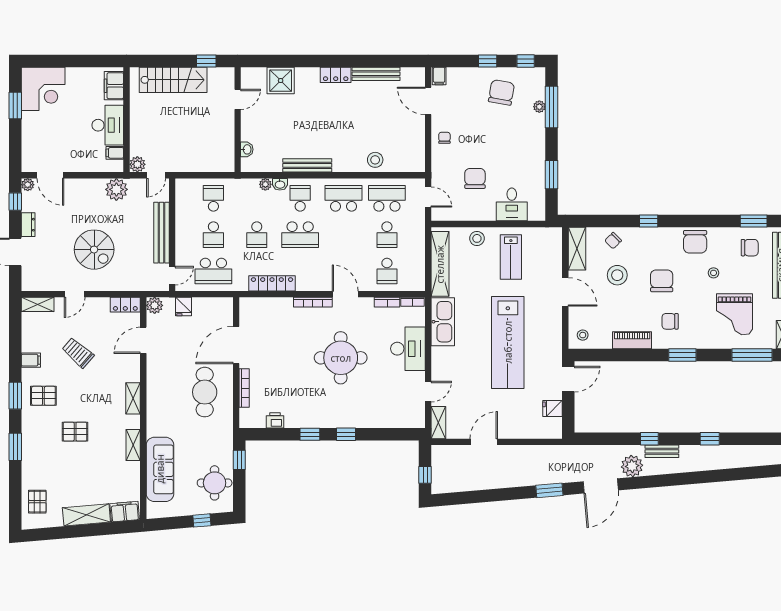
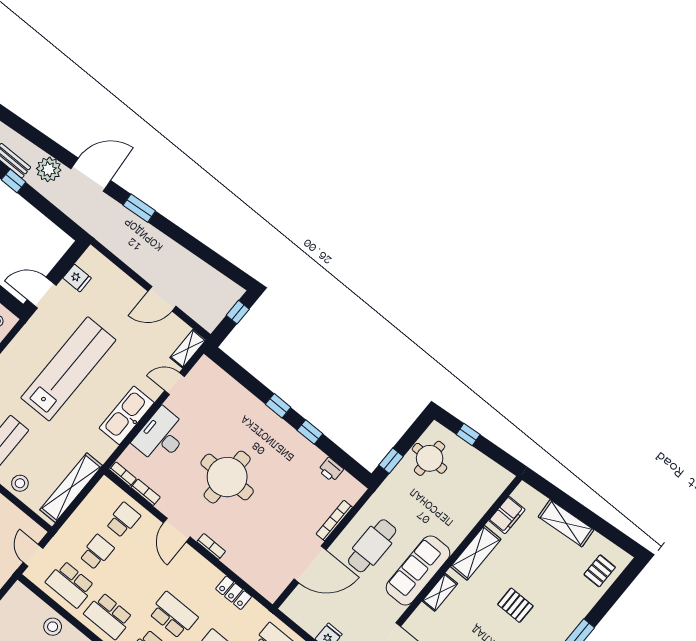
locker: (272, 283) -> (234, 593), width x0.66
bookcase: (313, 302) -> (211, 546), width x0.64
kitchen sink: (443, 322) -> (127, 415), moved
shelving: (133, 445) -> (476, 553), width x1.50, depth x1.33
sofa: (160, 469) -> (418, 570), moved
filing cabinet: (125, 512) -> (507, 515), moved, turned -85

